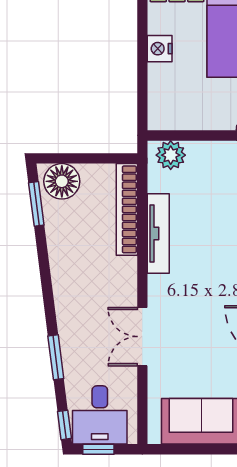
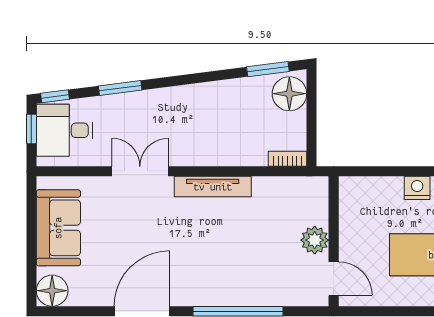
plant: (171, 155) -> (315, 240), moved
bookcase: (127, 209) -> (288, 159), width x0.43, depth x0.76
tv unit: (158, 234) -> (213, 187), moved

